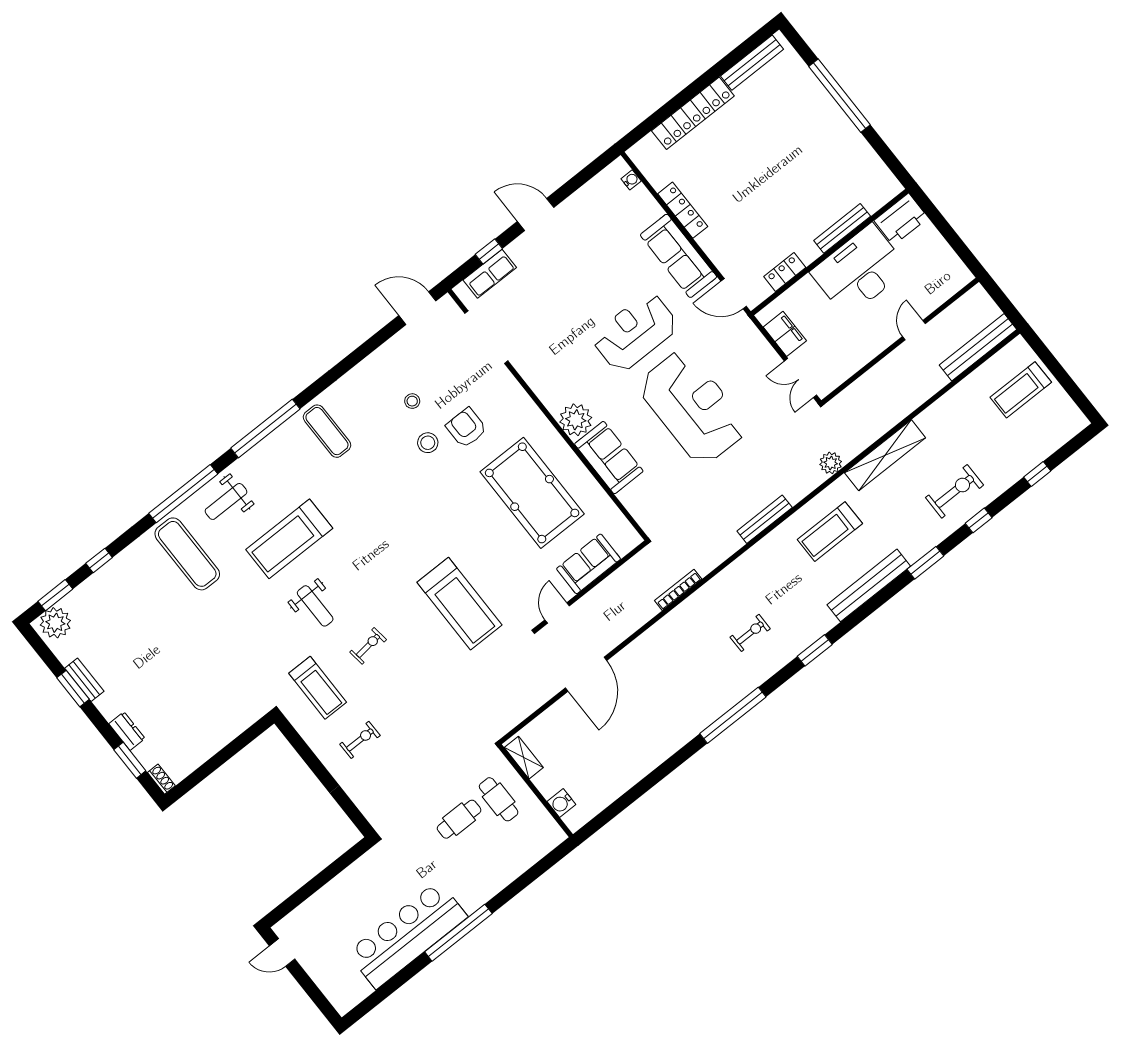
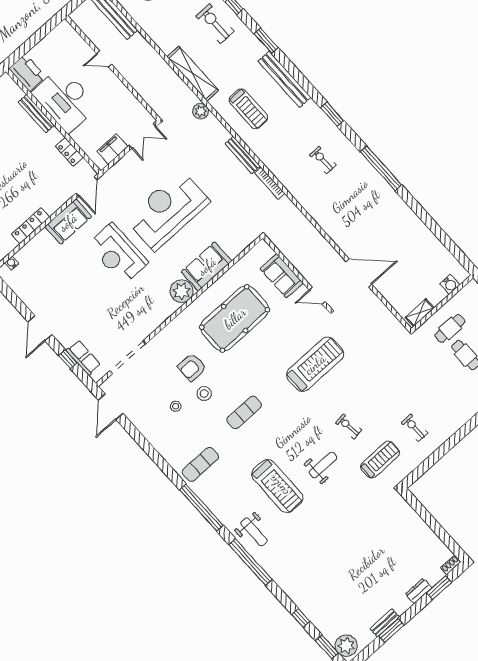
sofa: (679, 256) -> (68, 222), width x0.73
exercise mat: (187, 554) -> (244, 412), moved, width x0.73, depth x0.69
bookcase: (678, 590) -> (270, 183), moved

